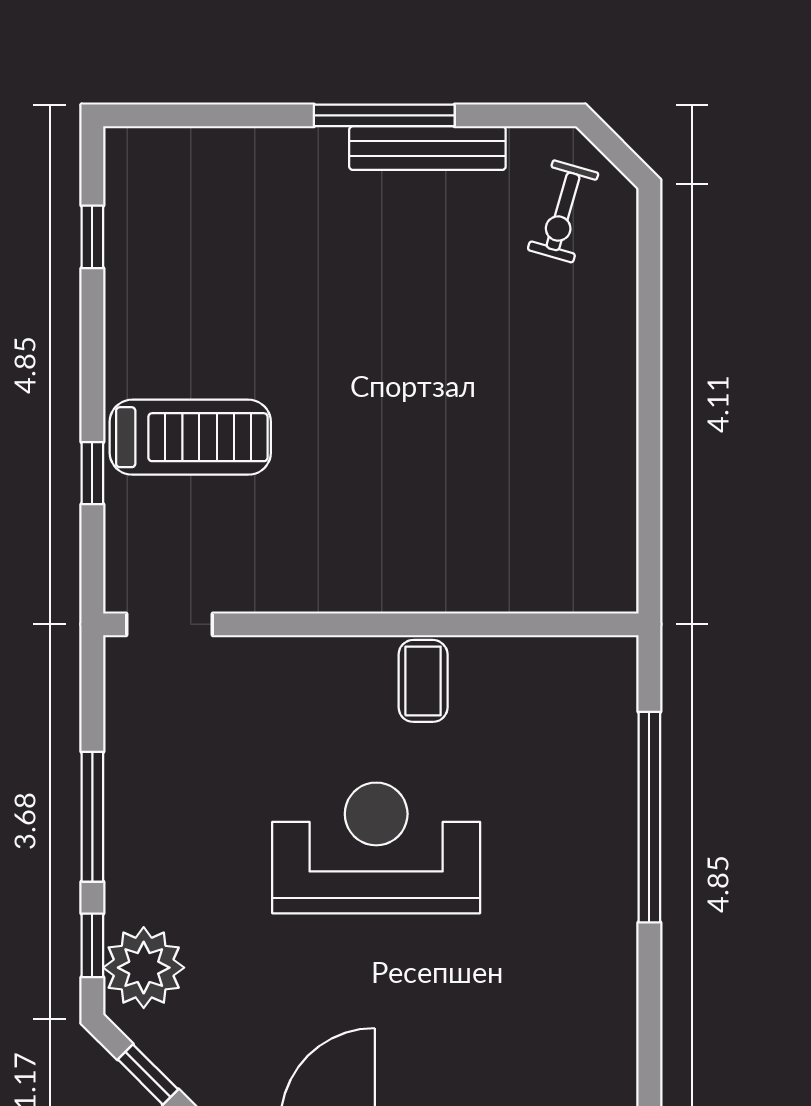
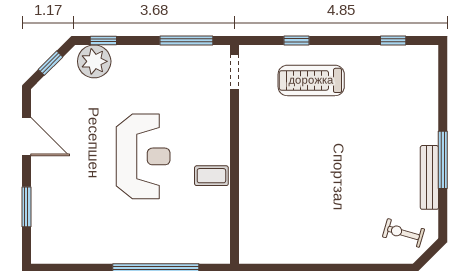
treadmill: (190, 437) -> (311, 80), turned 90
window: (92, 817) -> (186, 40), moved

